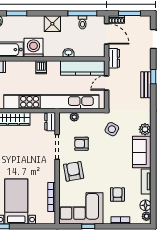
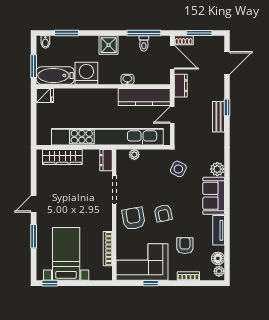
dishwasher: (41, 67) -> (95, 96), removed
armchair: (81, 144) -> (163, 213), moved, turned -101

